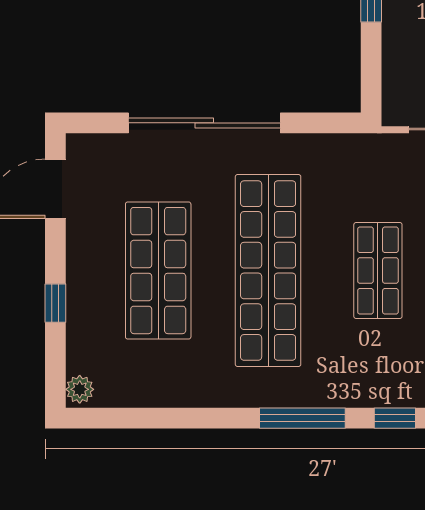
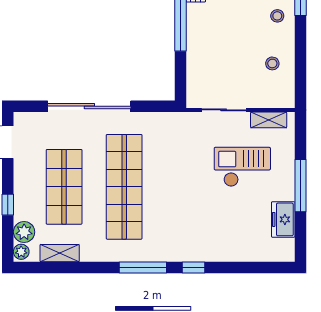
shop shelf: (378, 271) -> (184, 187), removed
plant: (85, 353) -> (24, 232), added
shelving: (150, 392) -> (60, 253), added

